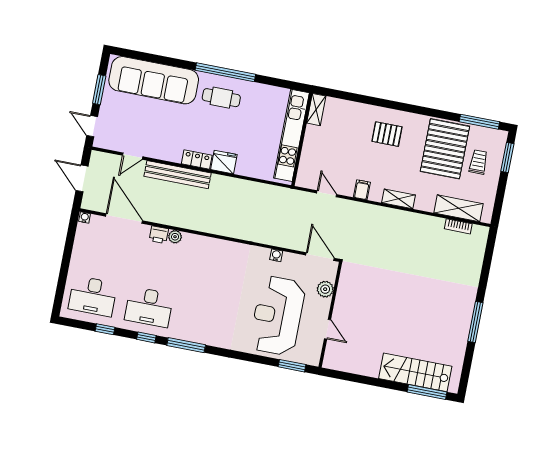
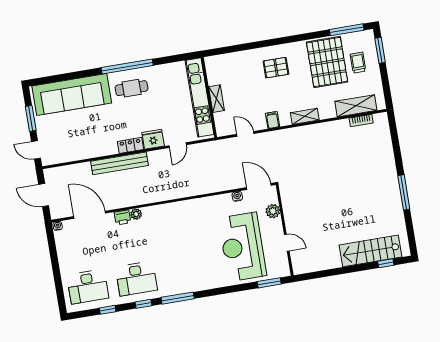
shelving: (316, 110) -> (216, 99), moved
door: (133, 156) -> (178, 145), moved
water cooler: (276, 255) -> (237, 196), moved
window: (427, 392) -> (386, 263), width x0.46

